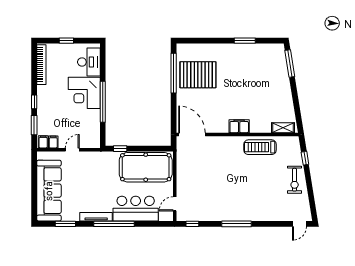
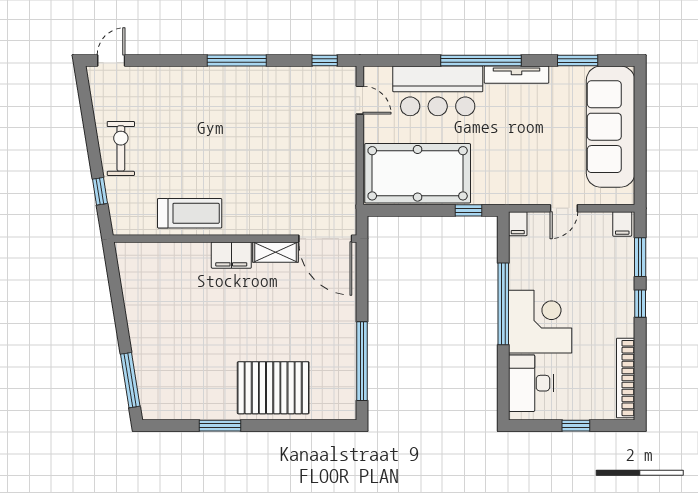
pallet: (198, 75) -> (273, 388), moved
shelving: (283, 128) -> (275, 252), moved
filing cabinet: (53, 142) -> (518, 224), moved
door: (175, 204) -> (360, 100), hinge flipped

